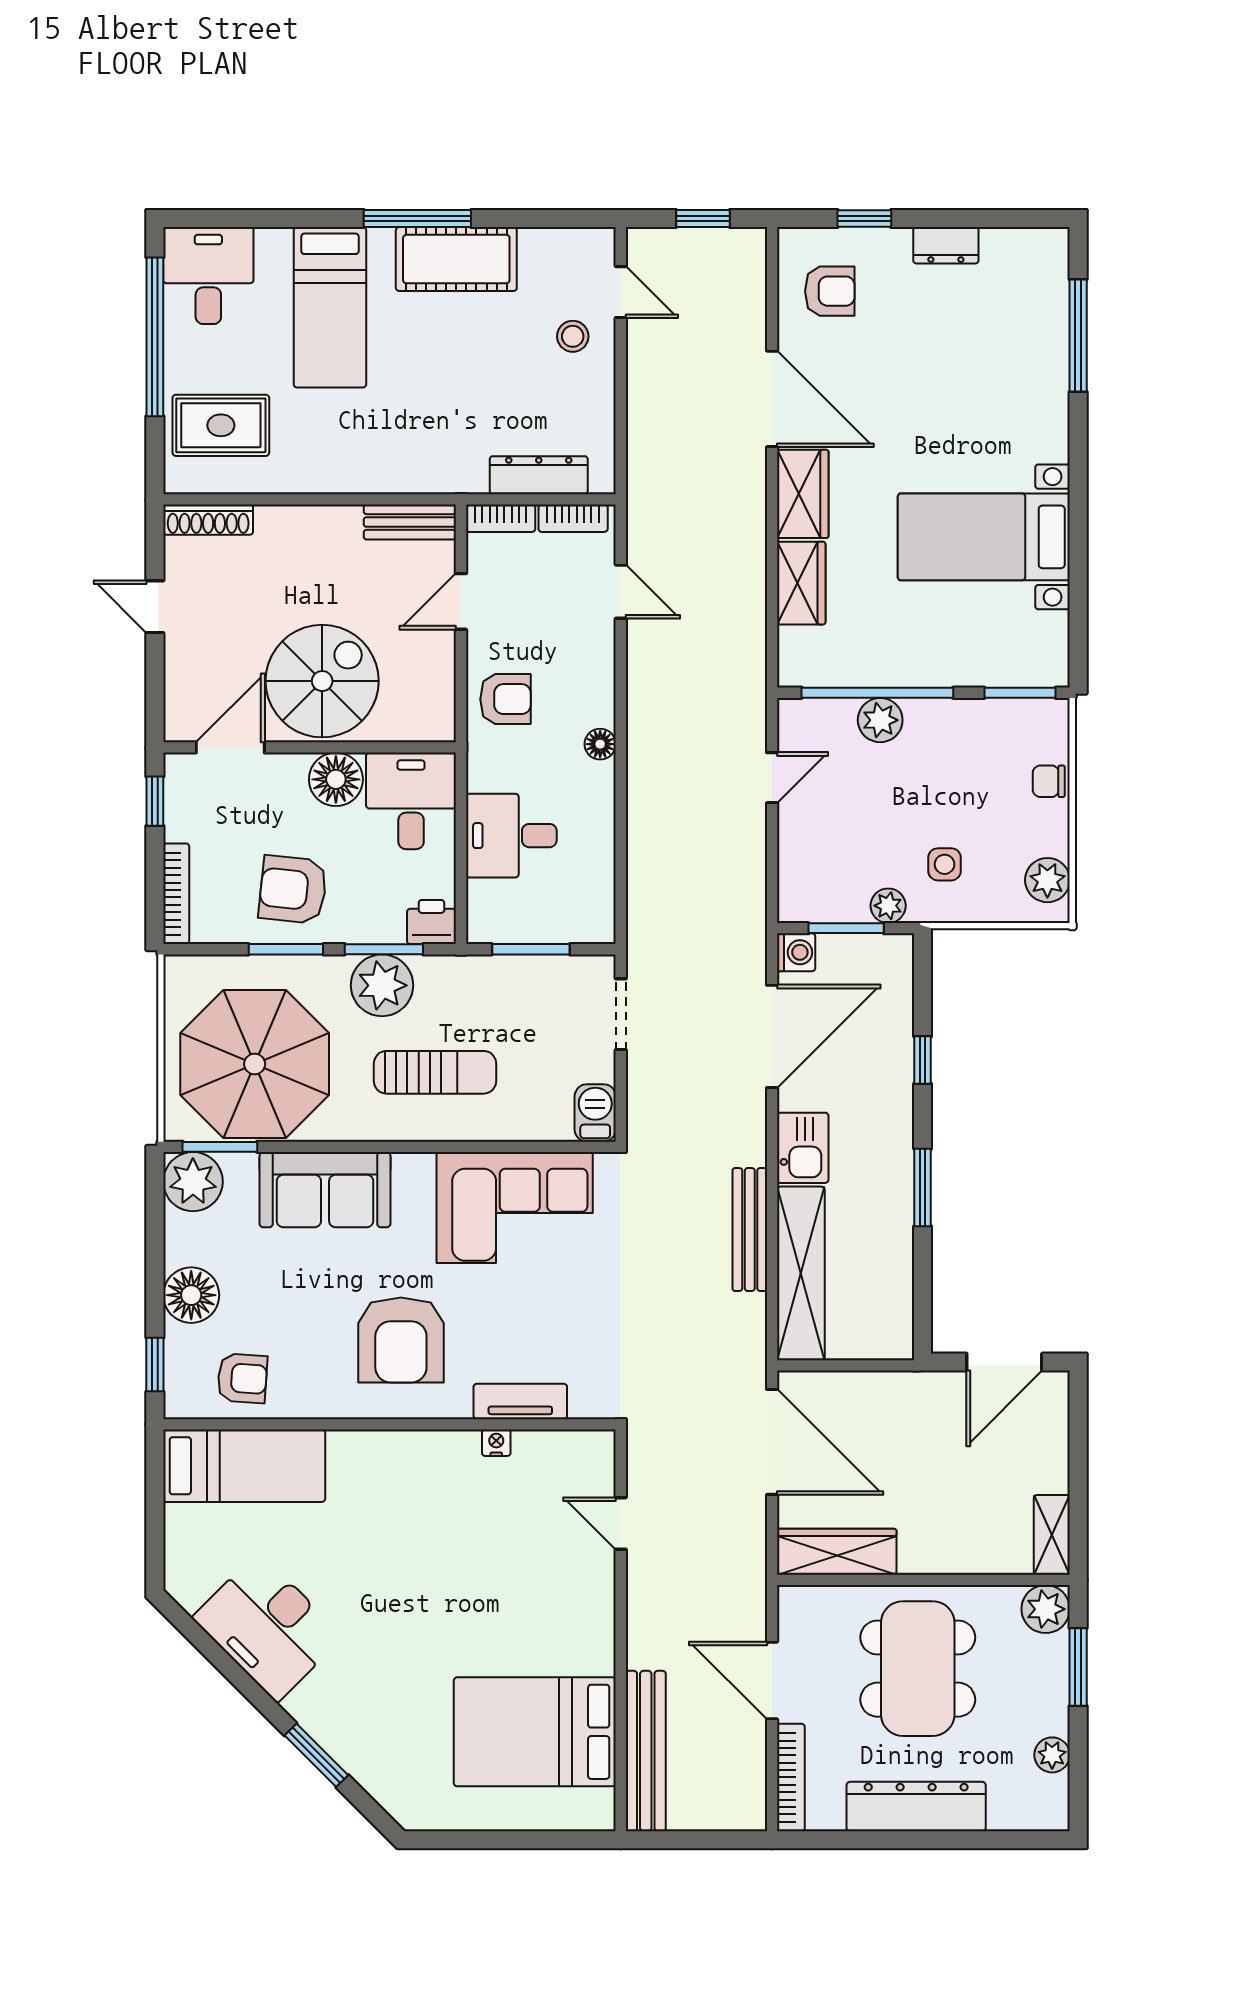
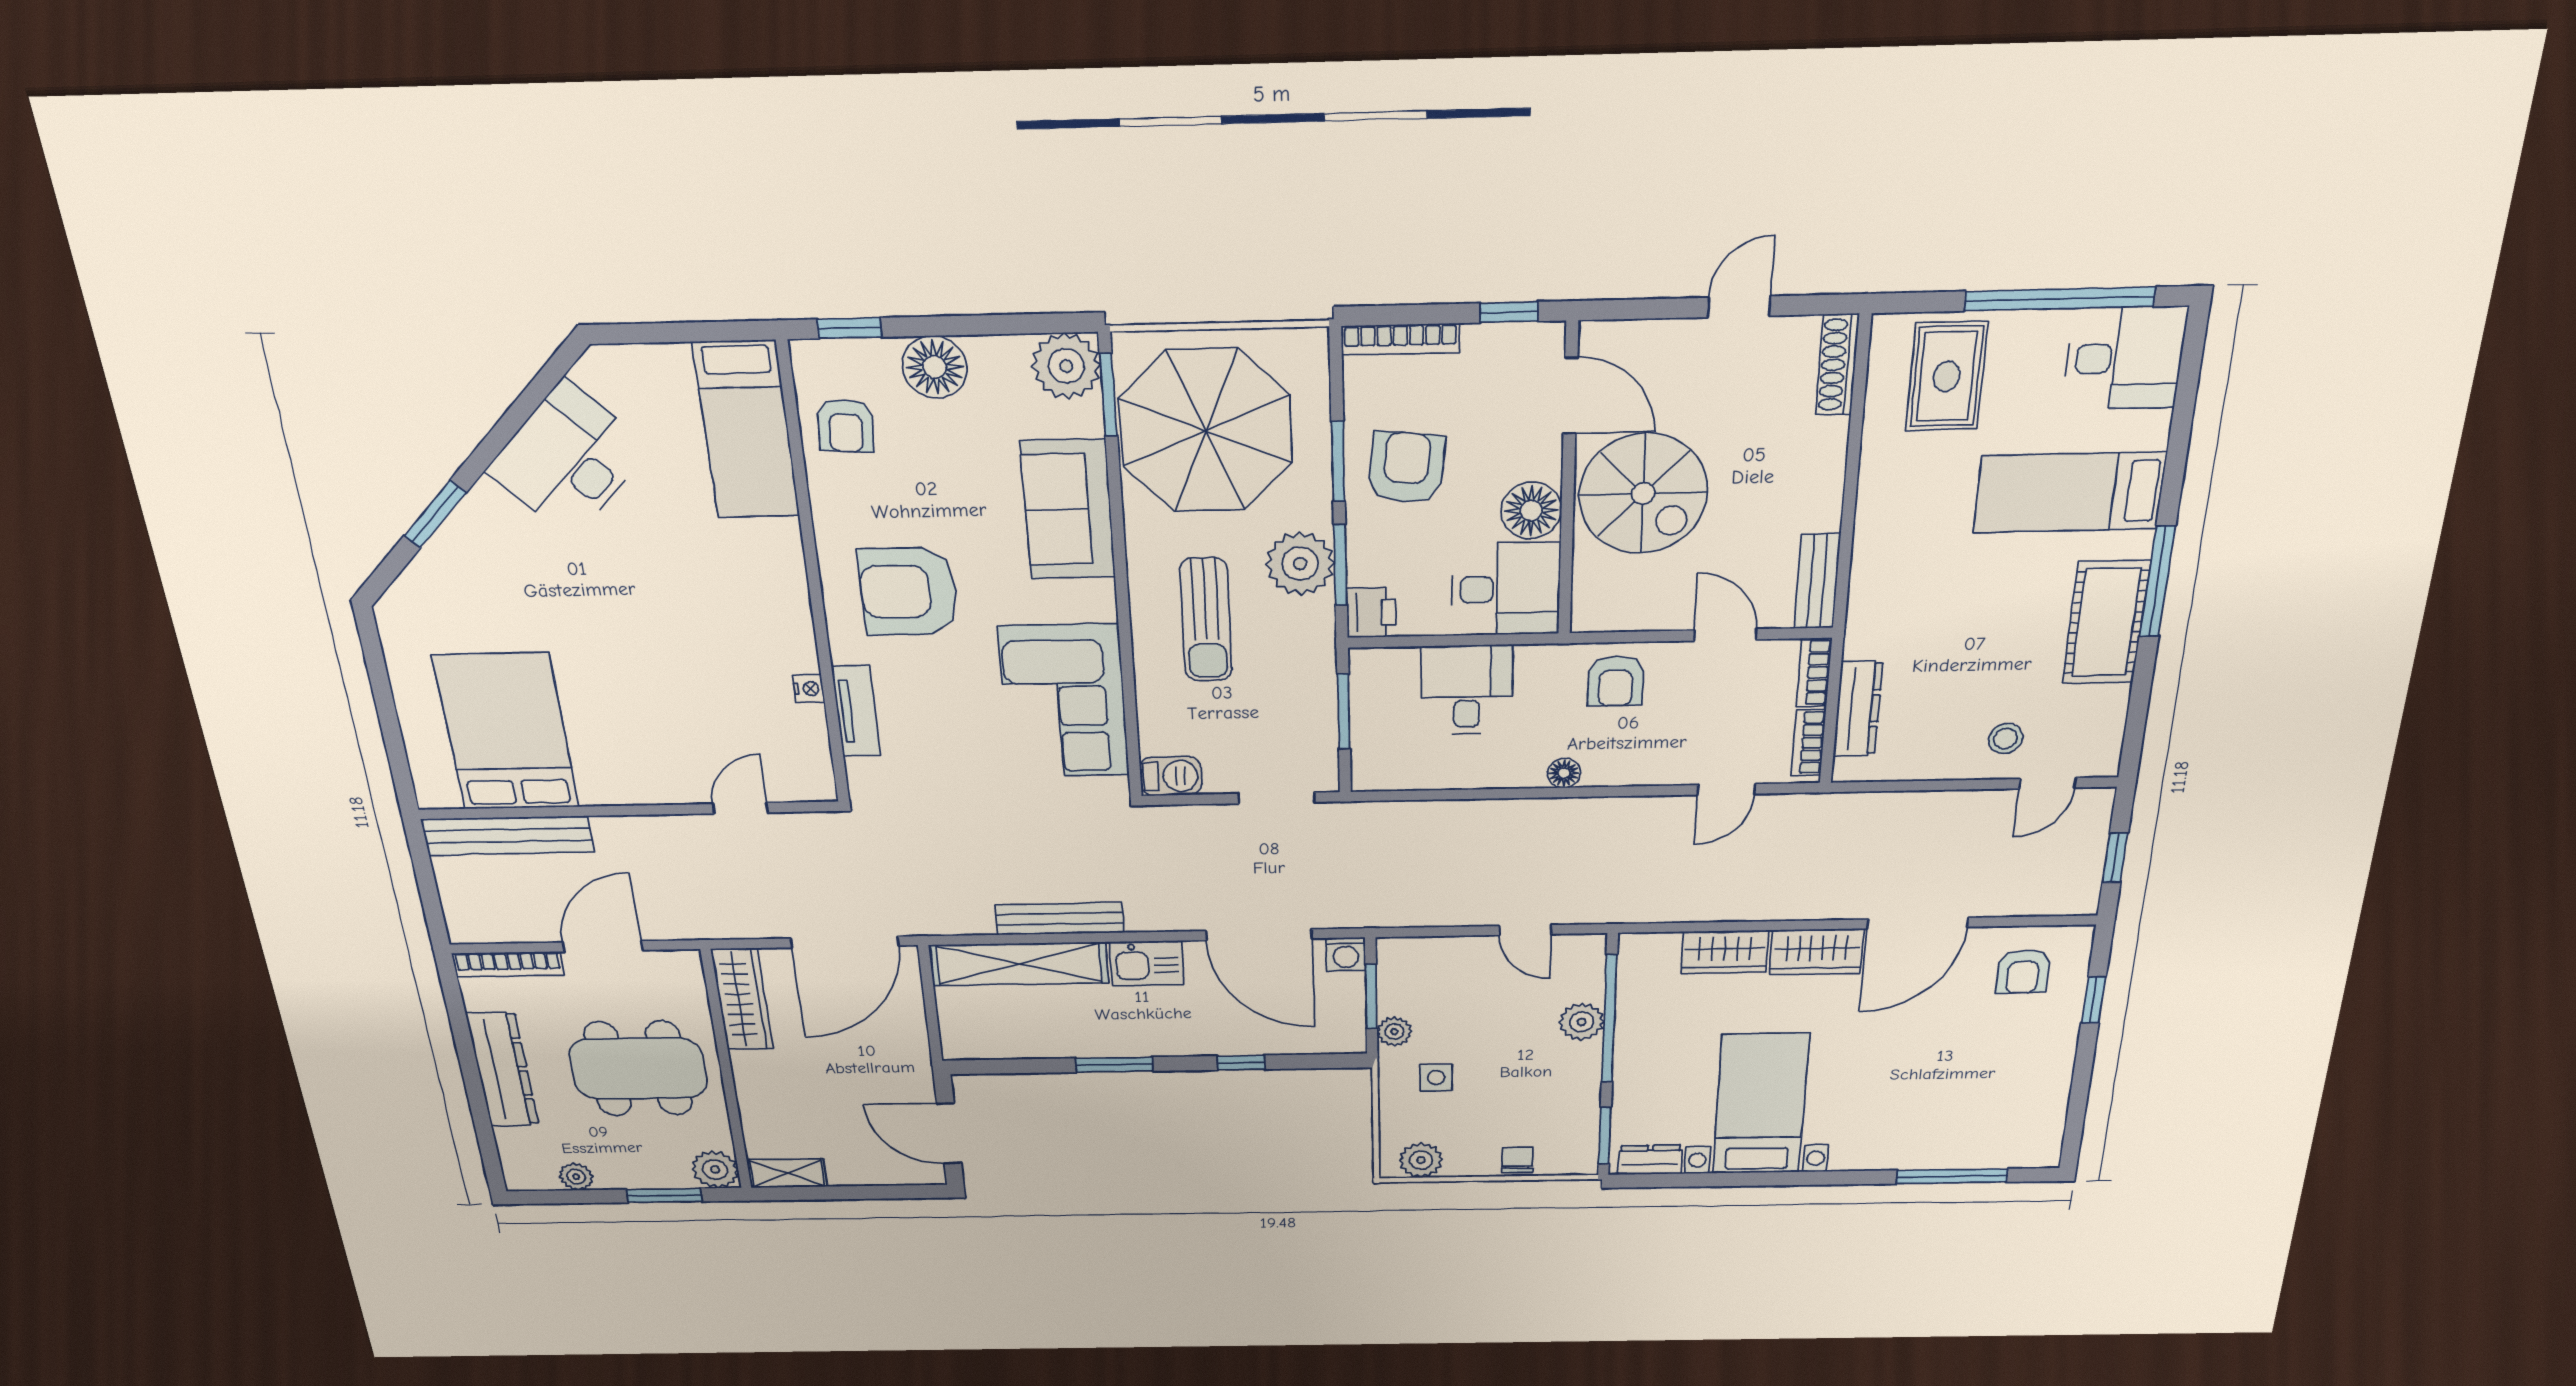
dresser: (946, 245) -> (1650, 1160), moved, turned 90

